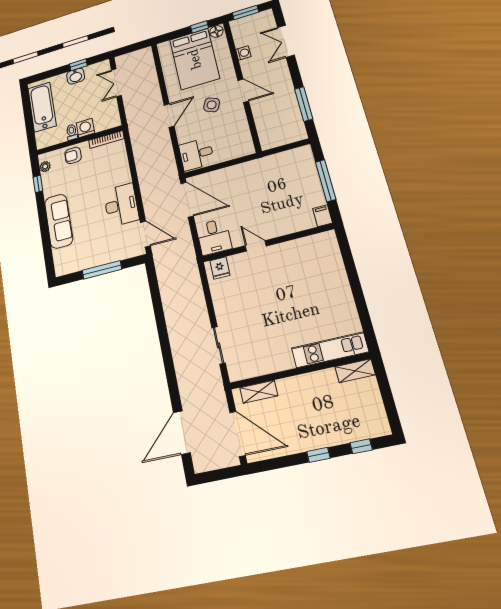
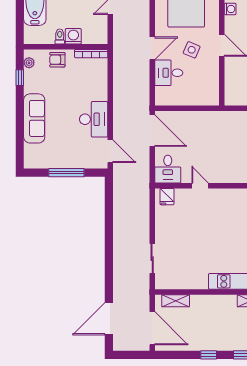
desk: (196, 154) -> (169, 73), moved

